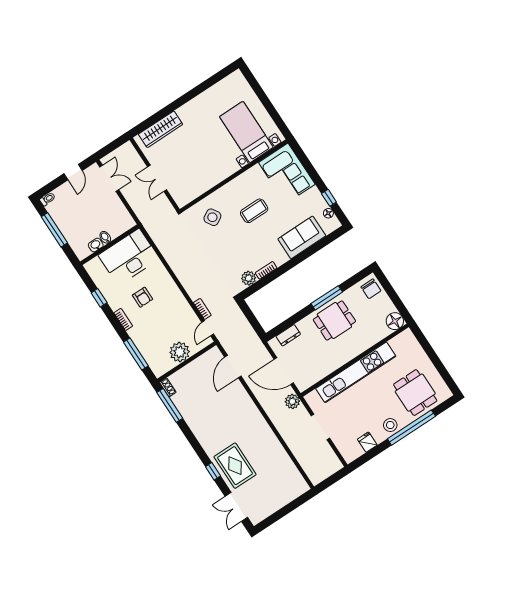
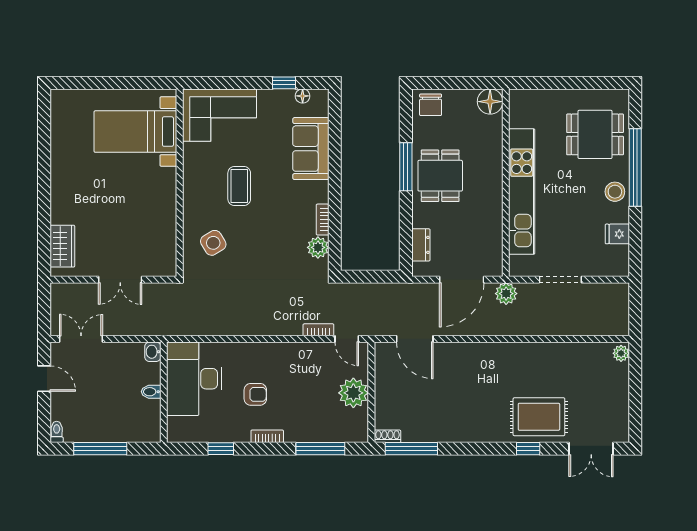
wardrobe: (161, 129) -> (62, 246), width x0.67
washbasin: (96, 245) -> (153, 352), moved
chair: (371, 289) -> (431, 105), turned 90
plant: (301, 488) -> (621, 353), added

